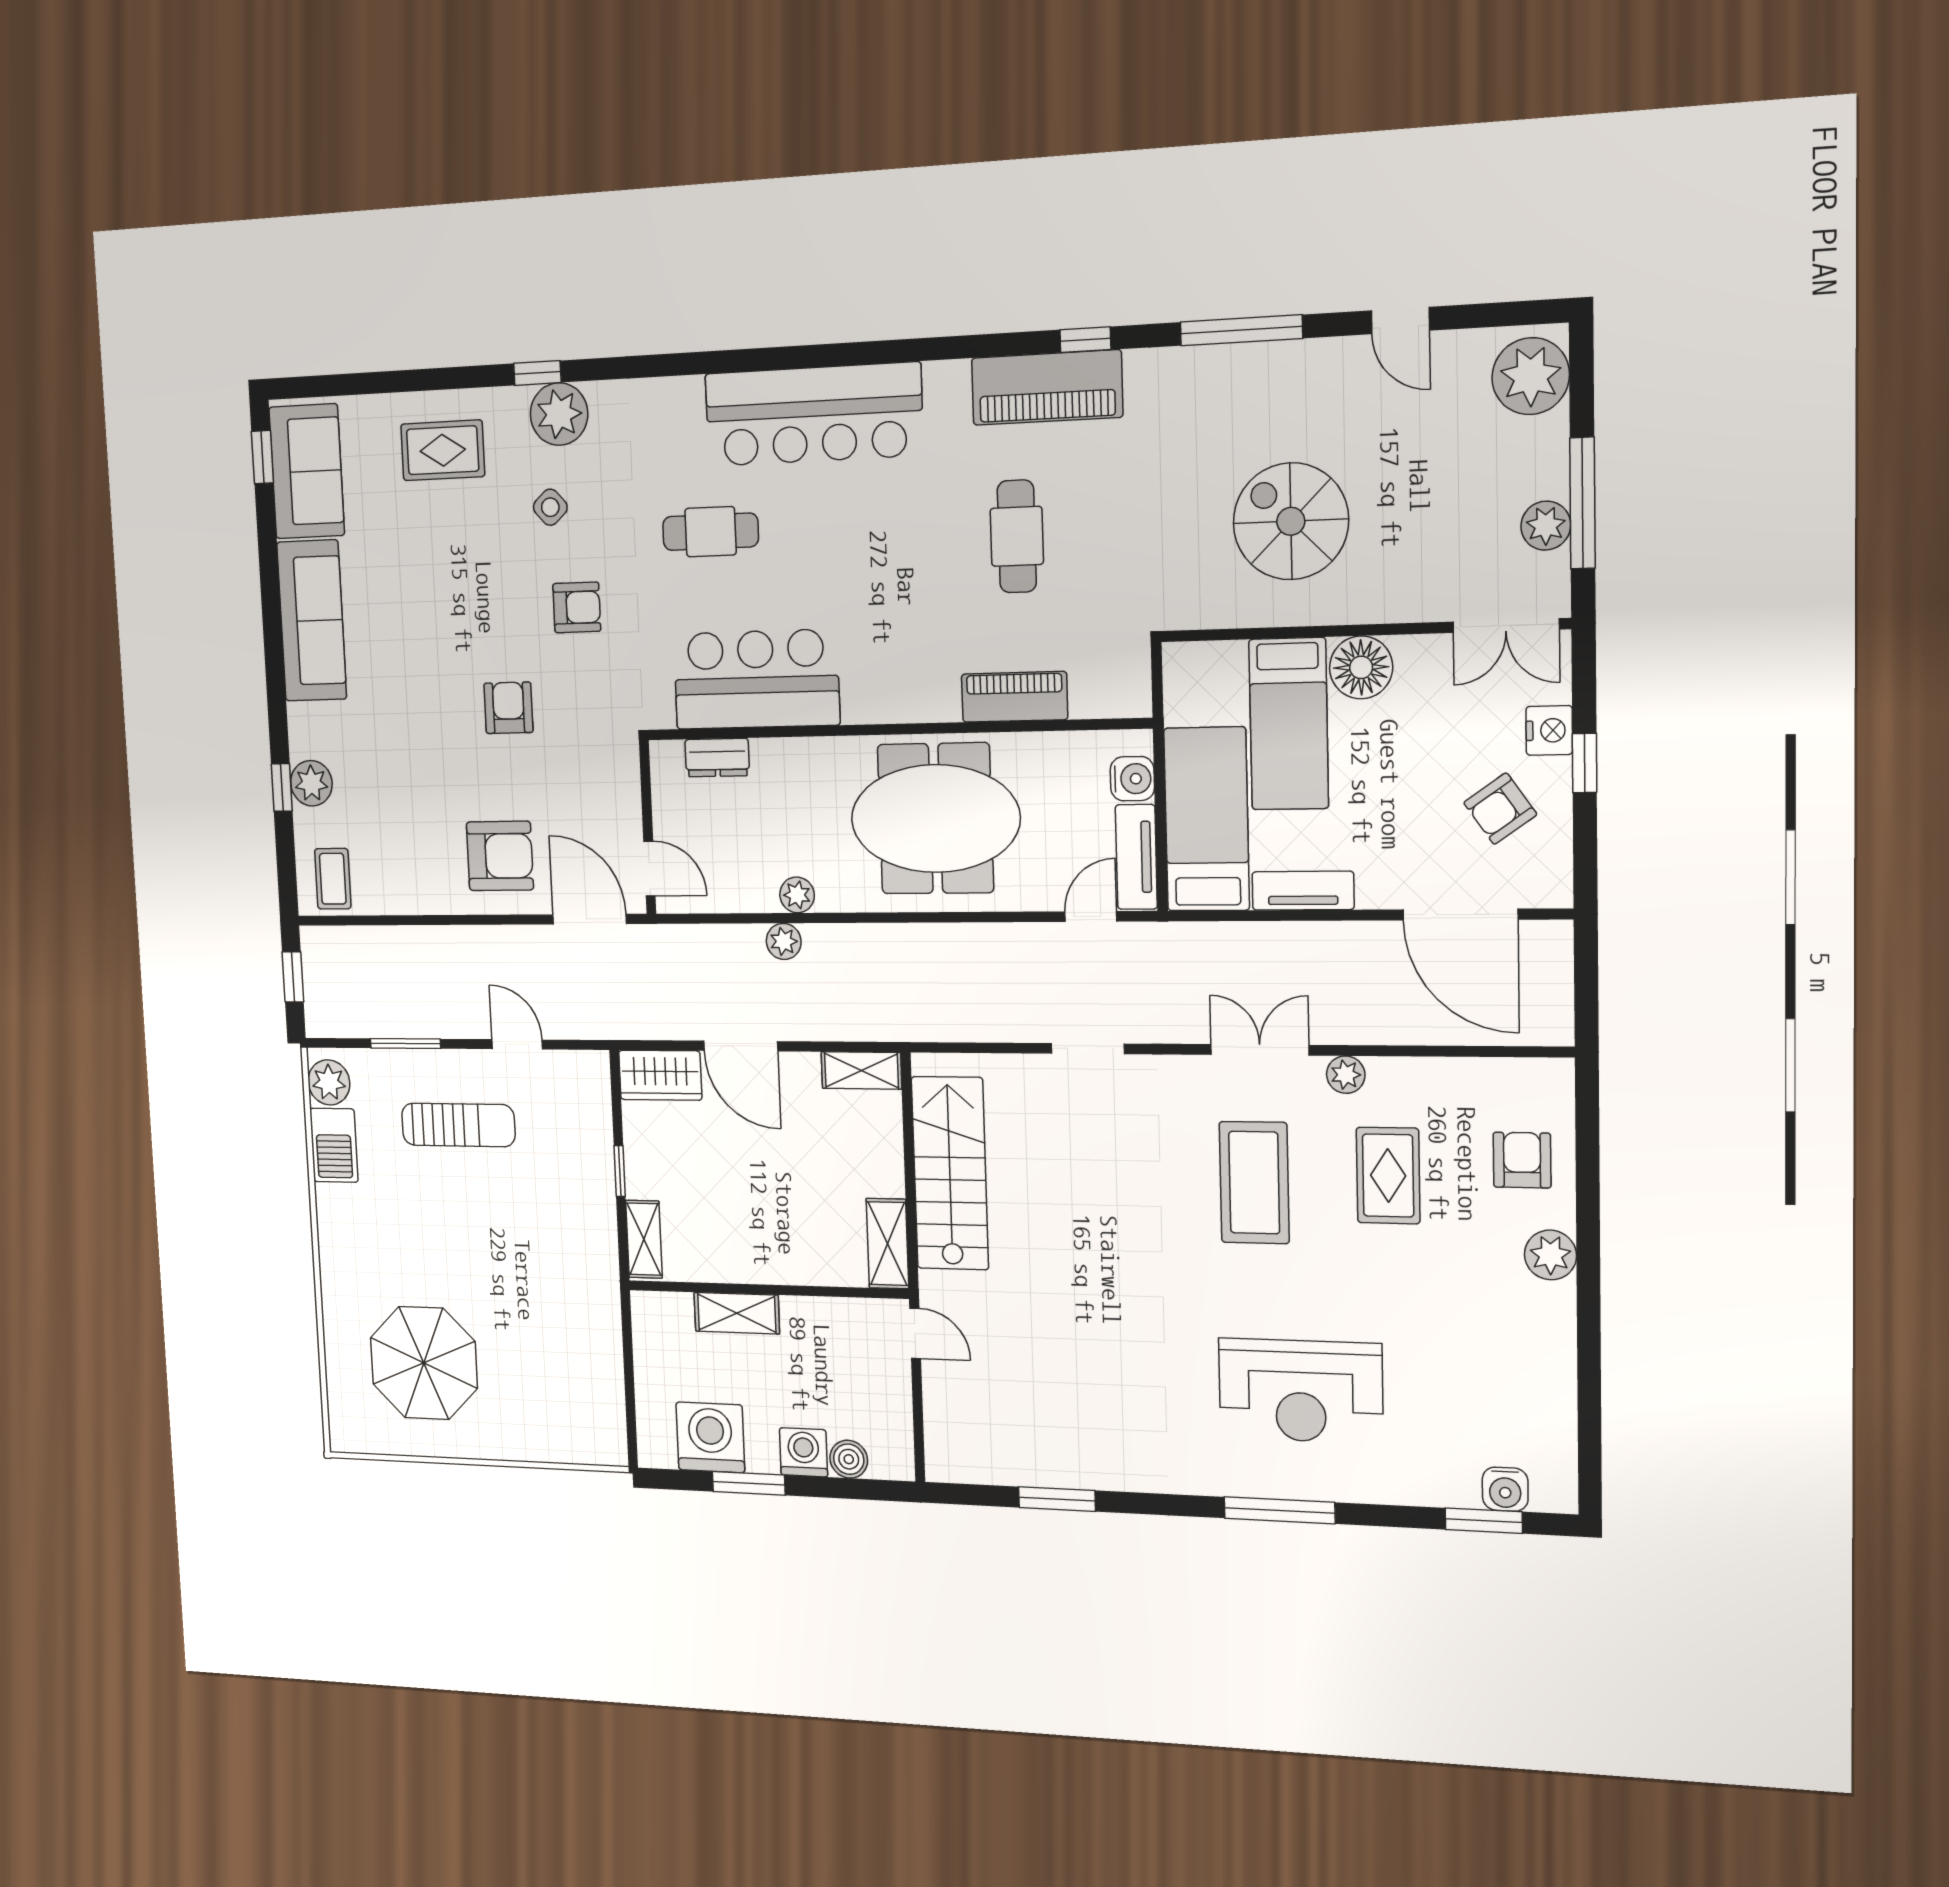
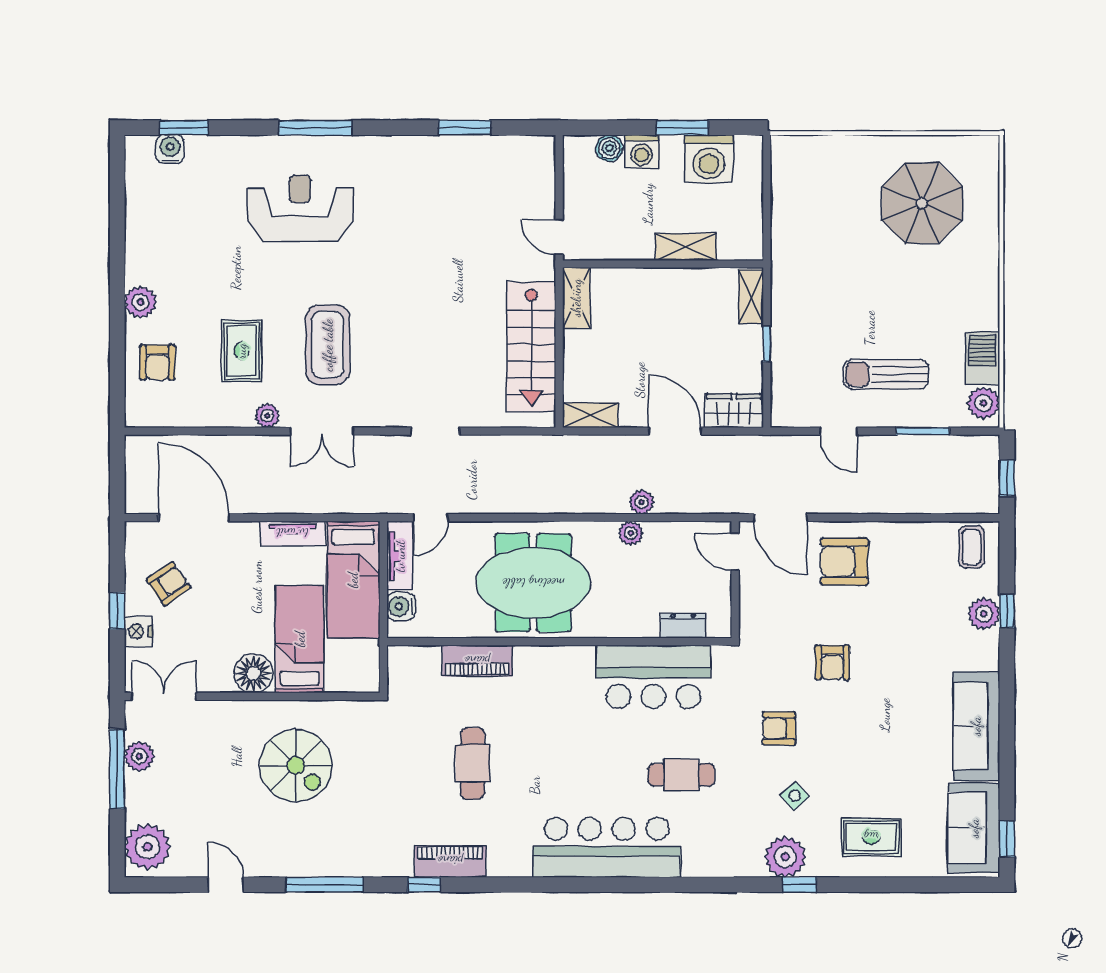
piano: (1047, 388) -> (450, 861), width x0.73, depth x0.75

